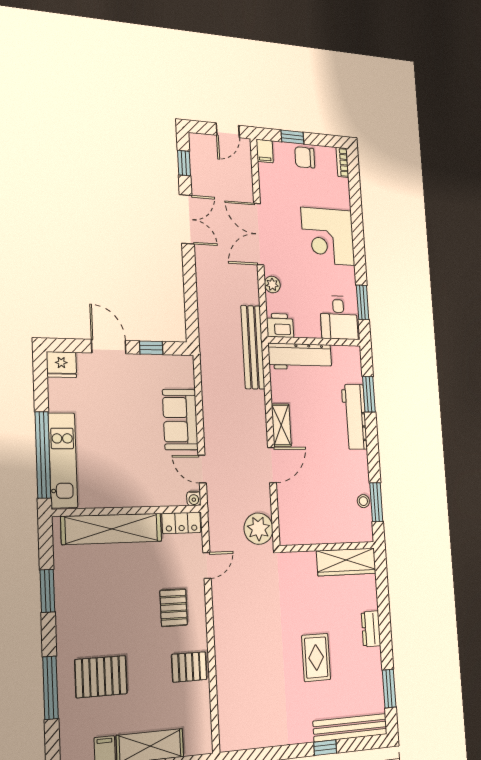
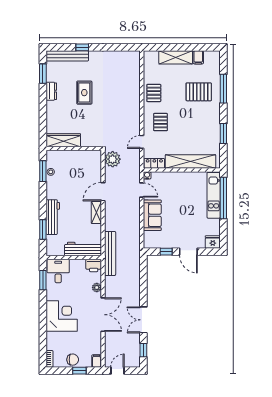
dresser: (371, 629) -> (51, 91), moved
pallet: (189, 667) -> (154, 93), turned 90

